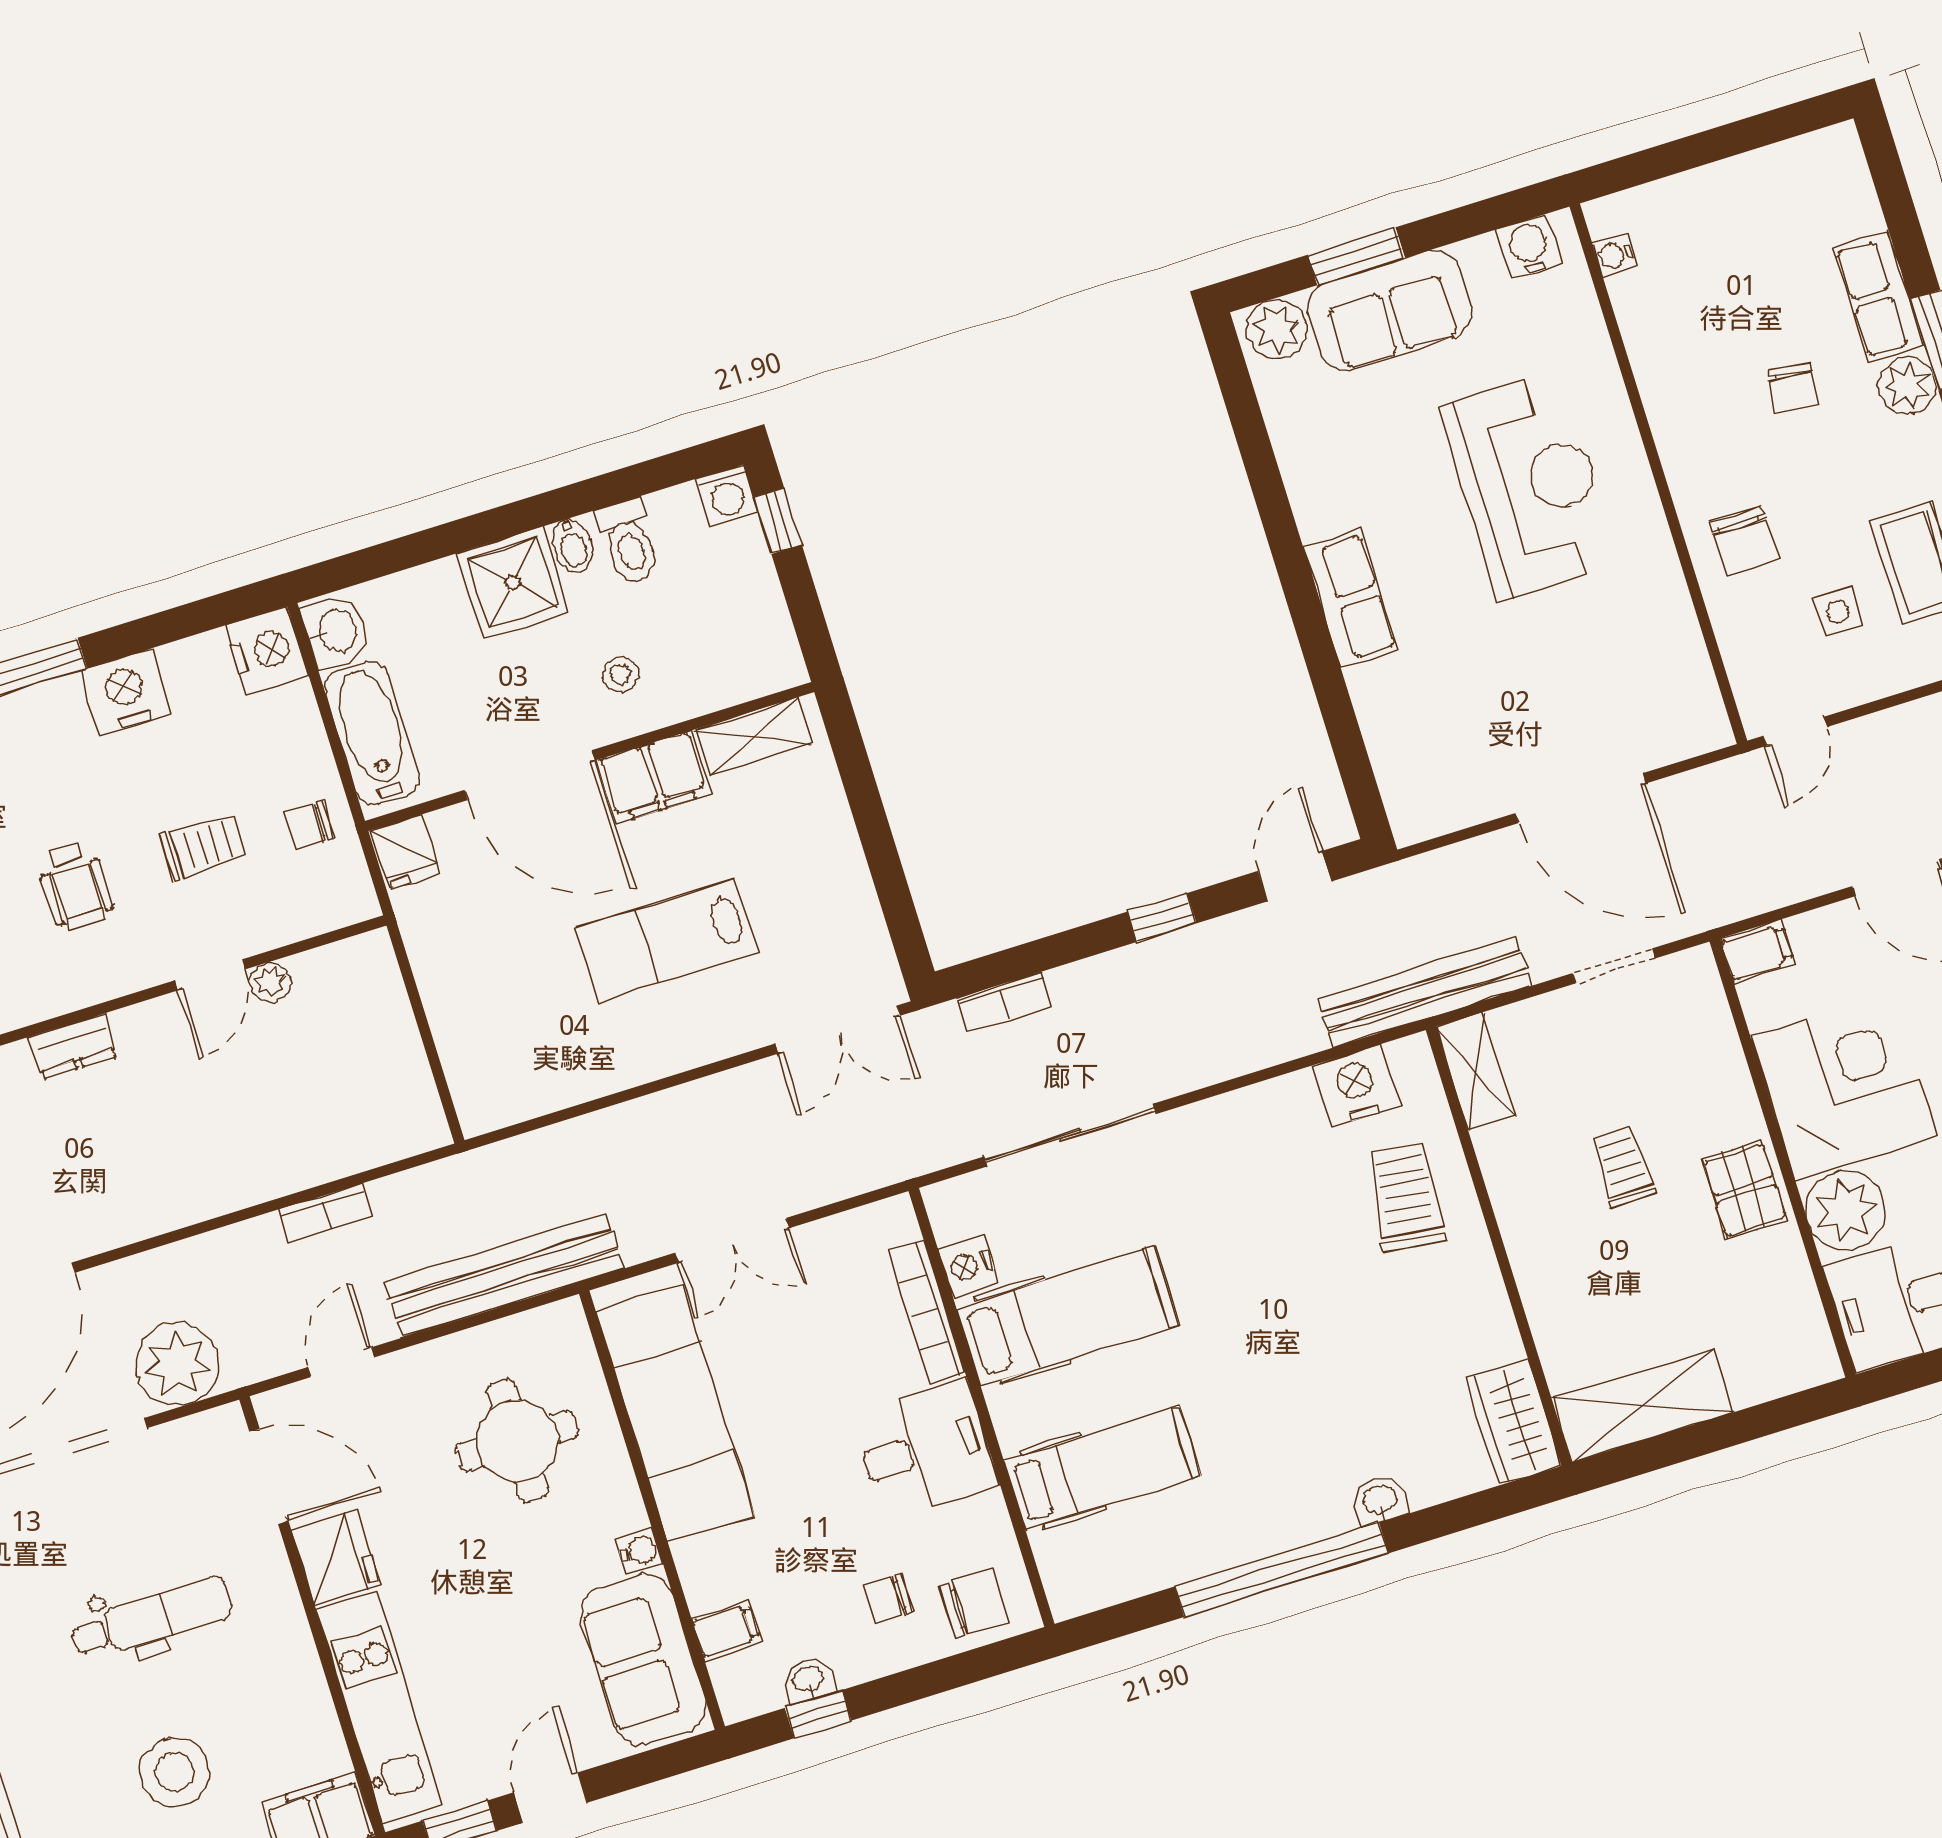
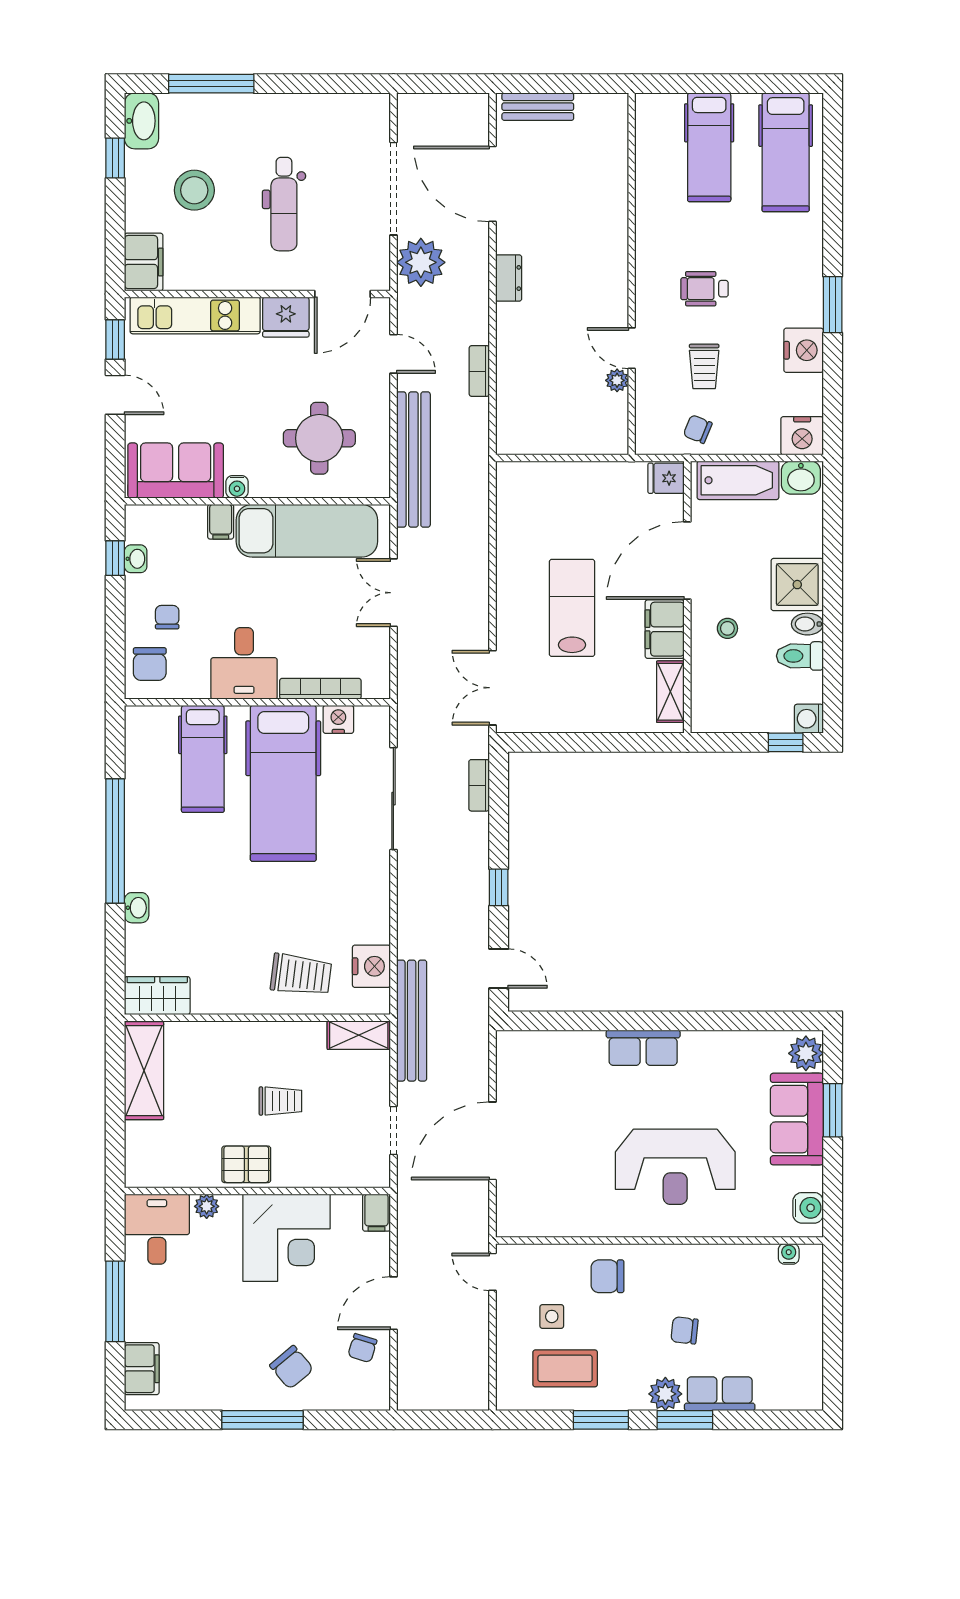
chair: (309, 825) -> (698, 429), turned -68
dresser: (74, 1046) -> (509, 278), moved, turned 180
plant: (1846, 1210) -> (207, 1206), width x0.53, depth x0.53
hospital bed: (1067, 1316) -> (283, 783), width x1.37, depth x1.29
filing cabinet: (726, 1630) -> (221, 522), moved

